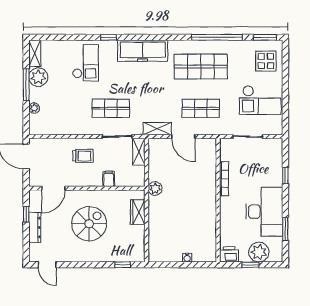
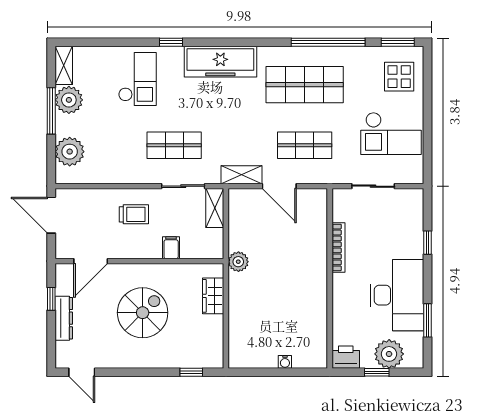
plant: (34, 108) -> (70, 152), width x1.88, depth x1.88

